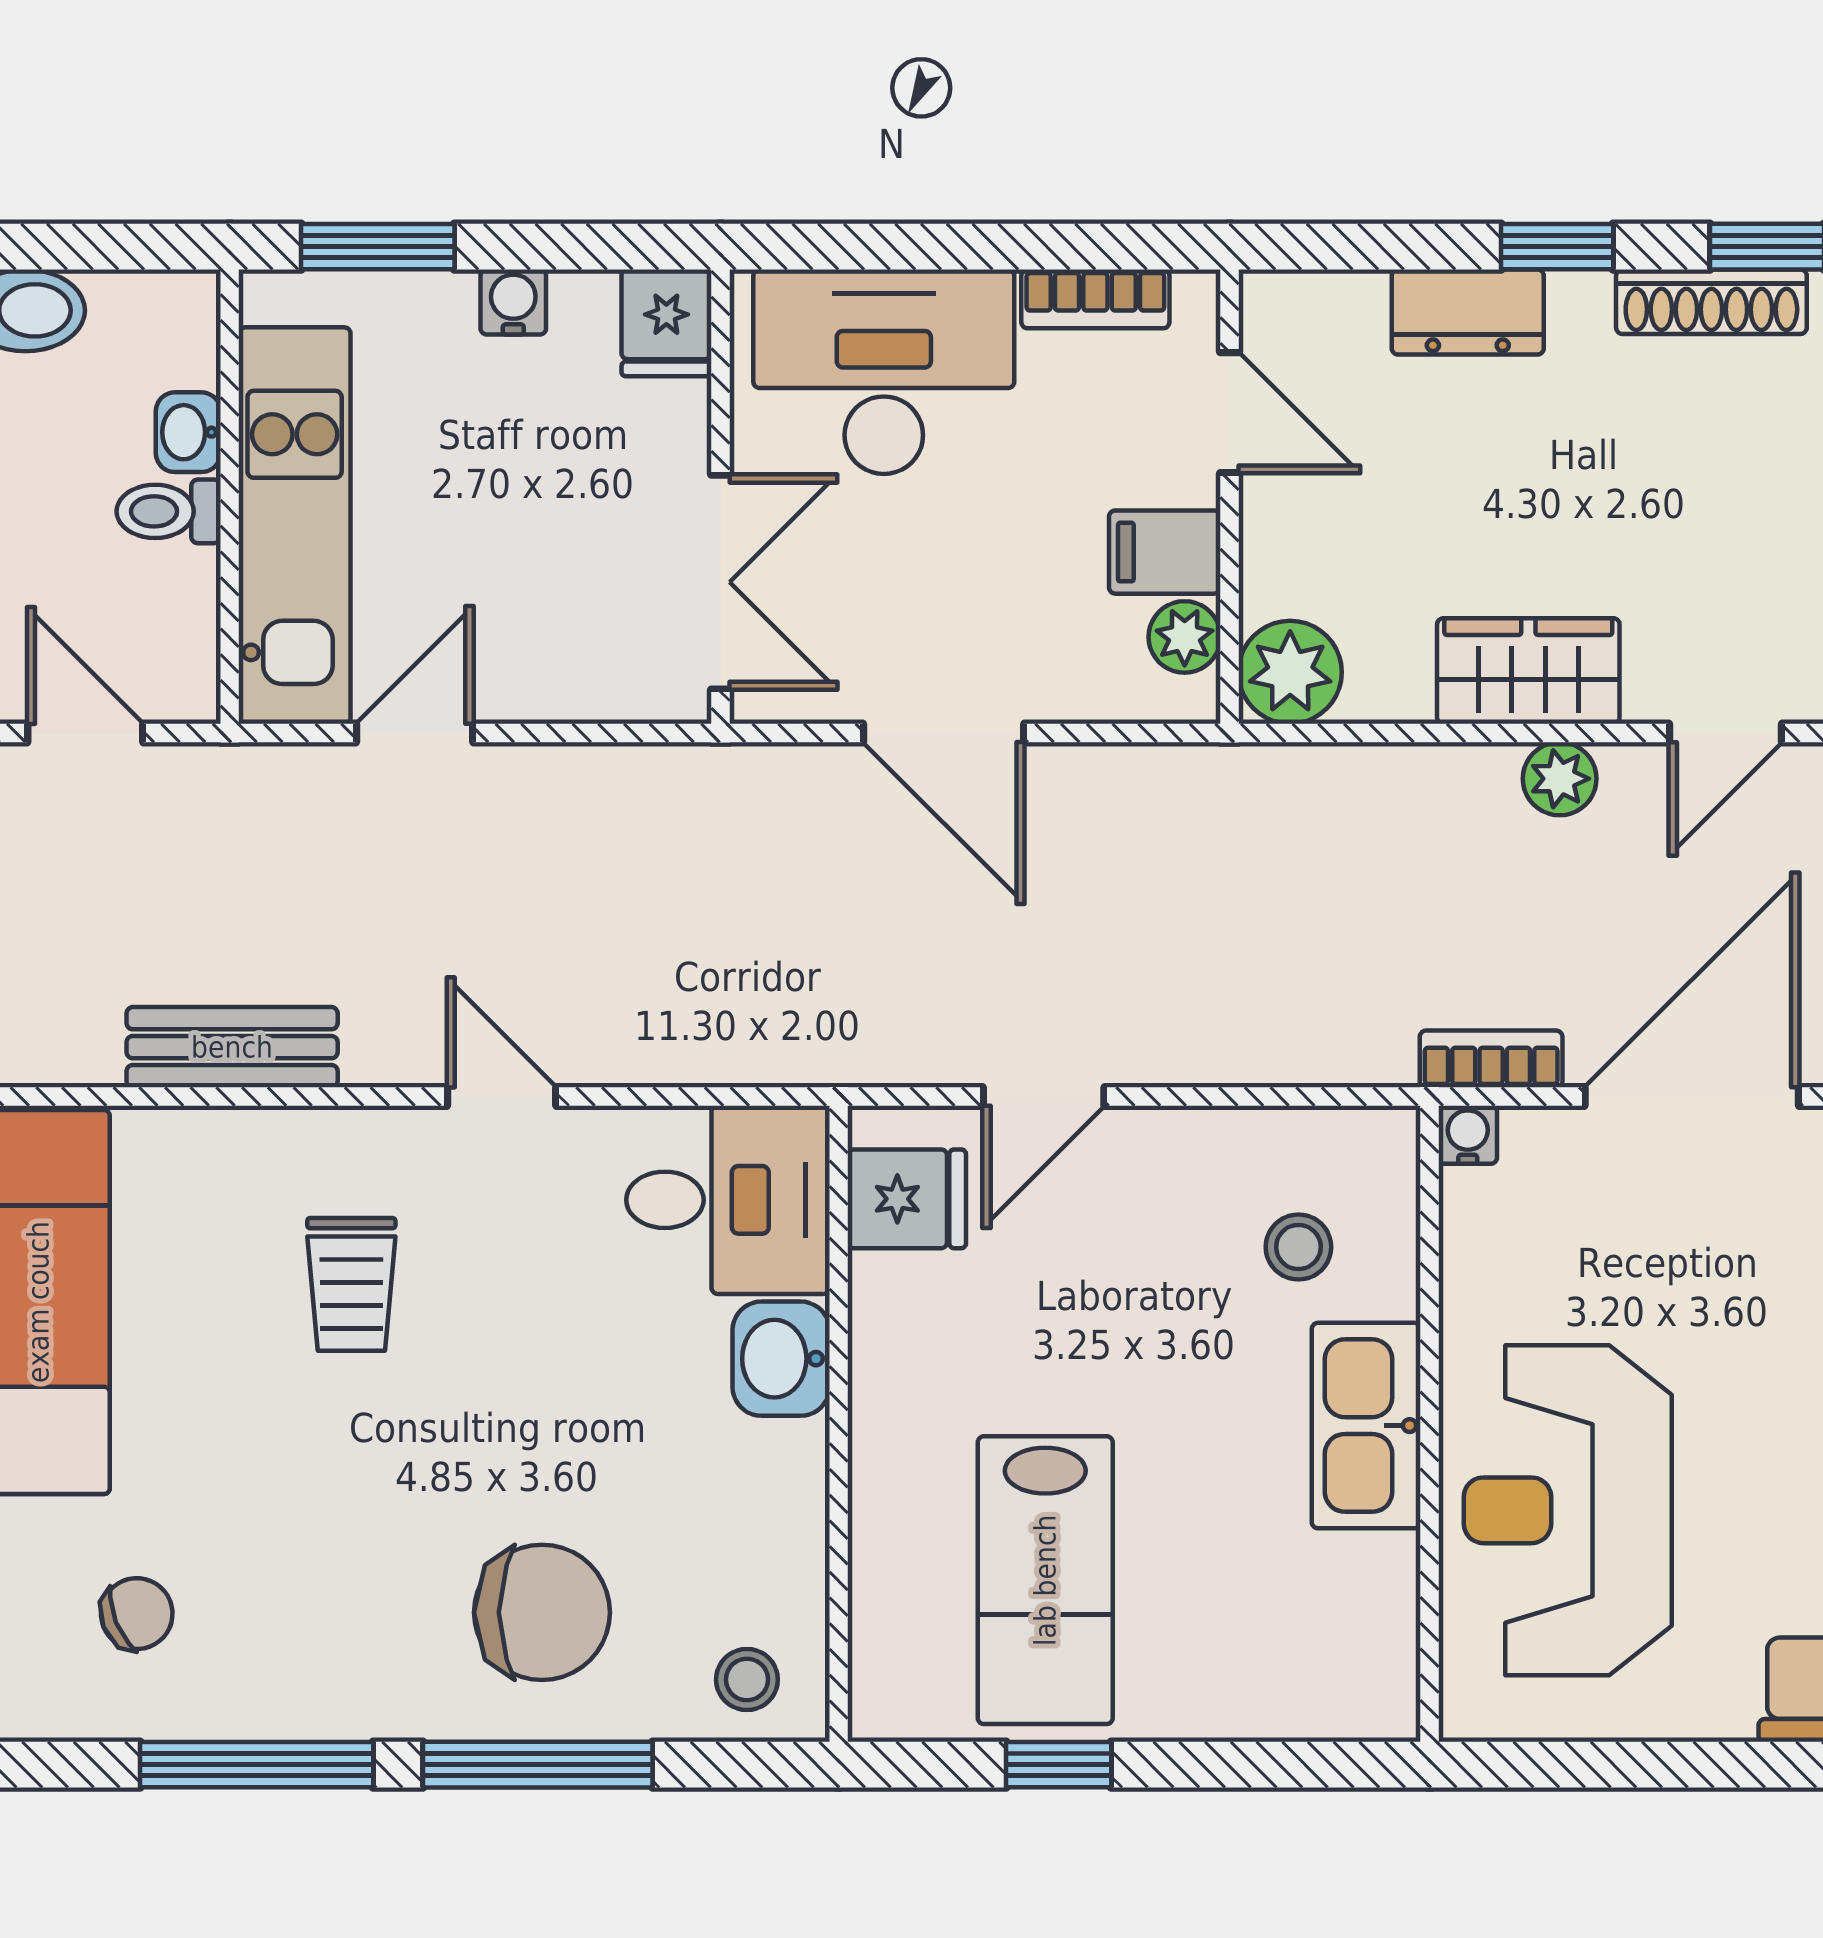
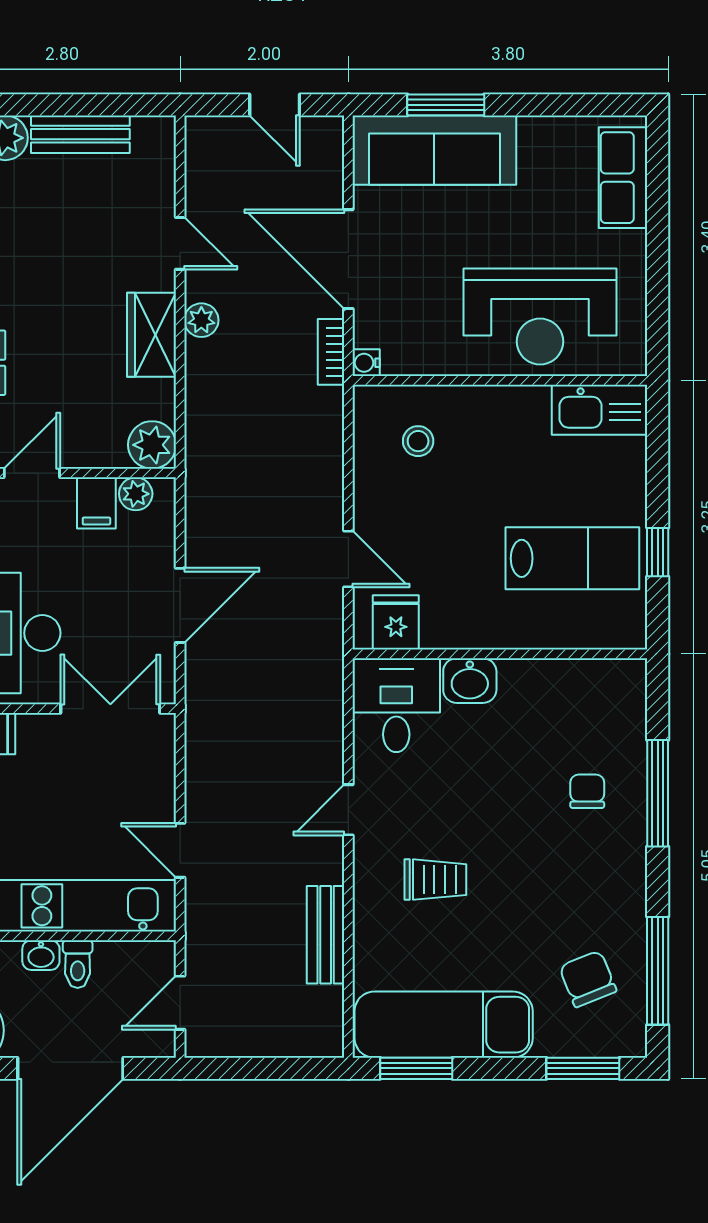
kitchen sink: (1366, 1426) -> (600, 410), moved
chair: (542, 1612) -> (587, 791), width x0.54, depth x0.54
chair: (137, 1614) -> (588, 979), width x1.37, depth x1.37
stool: (747, 1680) -> (618, 696), removed
window: (257, 1765) -> (658, 971), moved

